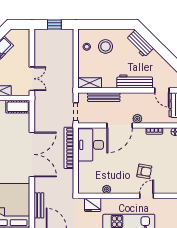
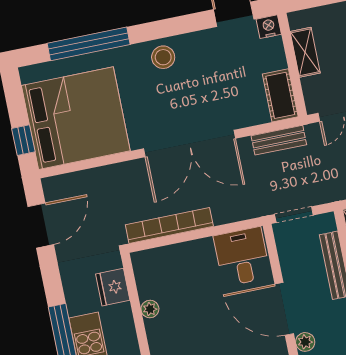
desk: (91, 145) -> (242, 257), width x0.73
bookcase: (69, 148) -> (169, 225), moved
bench: (39, 205) -> (279, 140), moved

